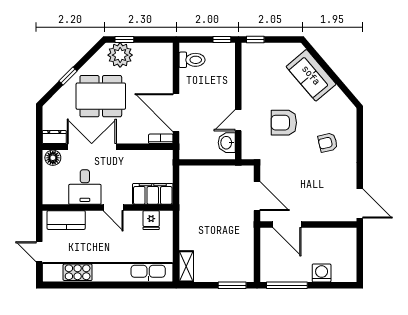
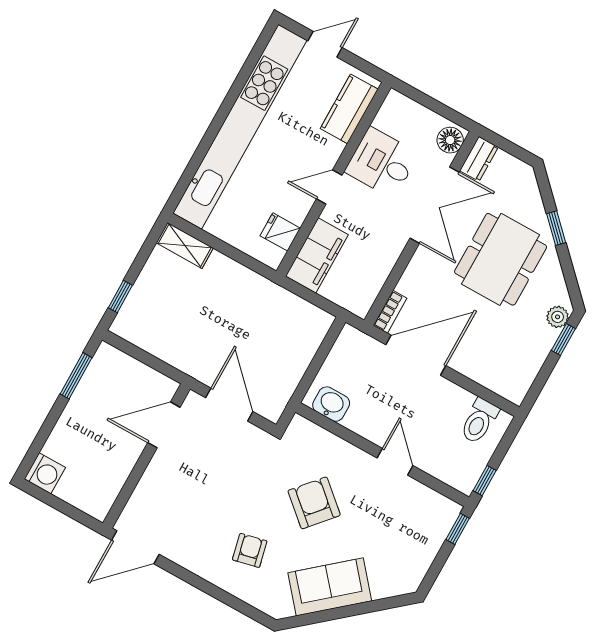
plant: (120, 55) -> (558, 317), width x0.53, depth x0.53
sofa: (311, 75) -> (330, 587), moved
door: (238, 120) -> (395, 462), moved
armchair: (284, 123) -> (314, 503), turned -49
door: (257, 196) -> (229, 405), swing flipped
washing machine: (322, 273) -> (45, 473), moved
window: (232, 285) -> (120, 296), width x0.67
window: (287, 285) -> (76, 376), width x0.69

